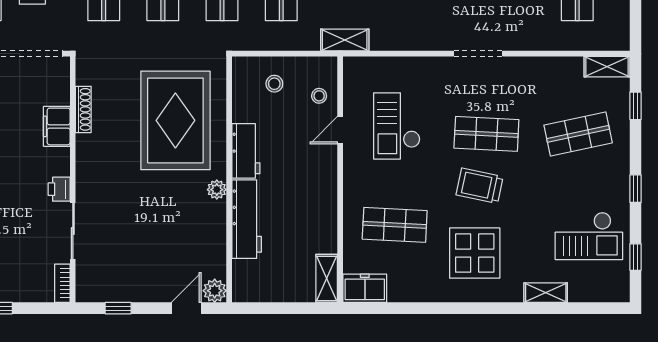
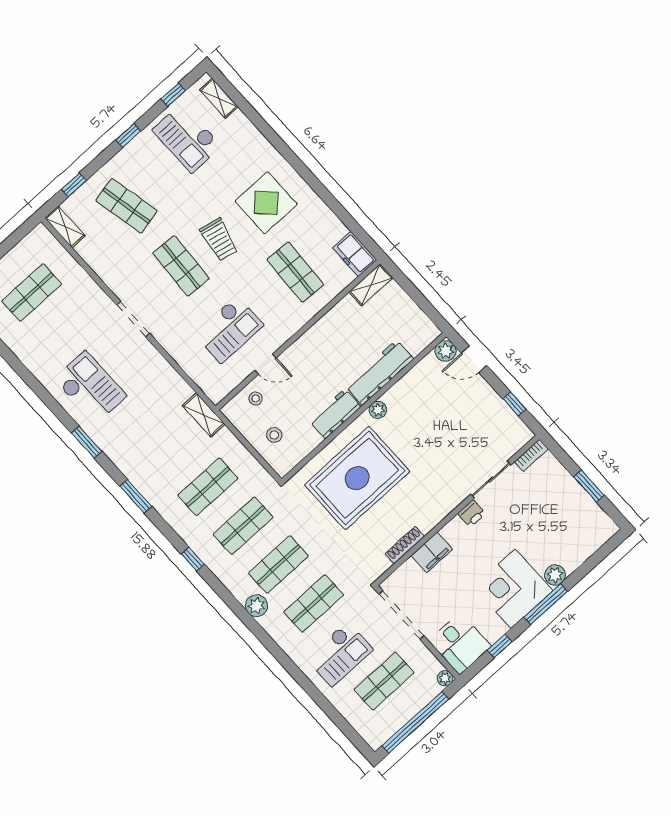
checkout: (589, 236) -> (187, 138), turned 180
shelving: (546, 293) -> (219, 98), moved

